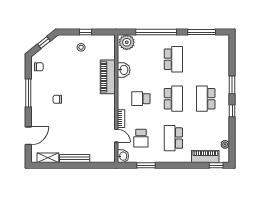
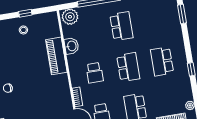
window: (232, 85) -> (182, 14), moved
school desk: (141, 99) -> (95, 73), turned -90

